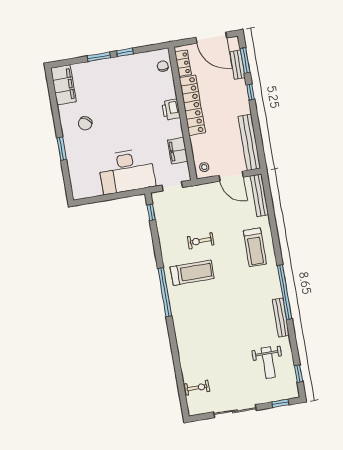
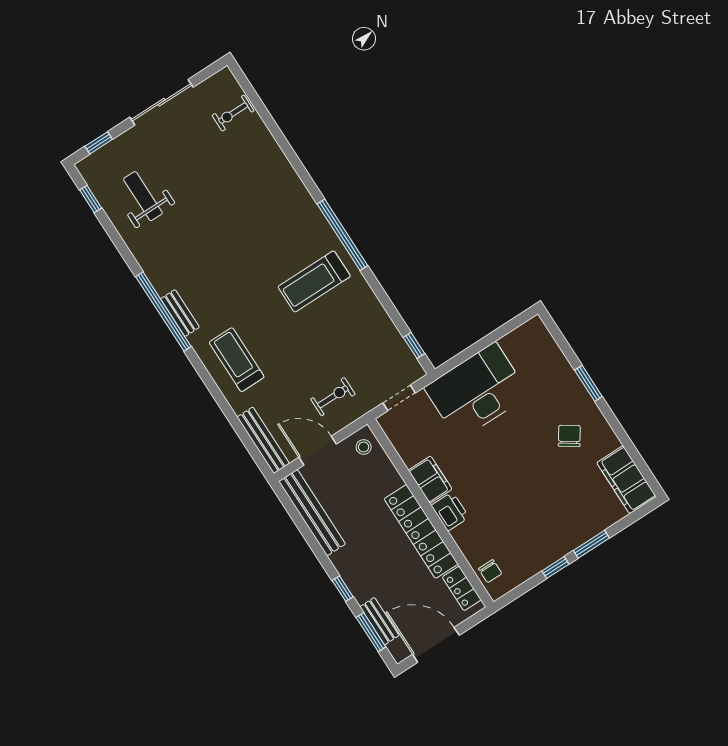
filing cabinet: (178, 151) -> (430, 480), moved
exercise bike: (201, 241) -> (333, 397), moved
bench: (281, 318) -> (180, 313), moved, width x0.73

